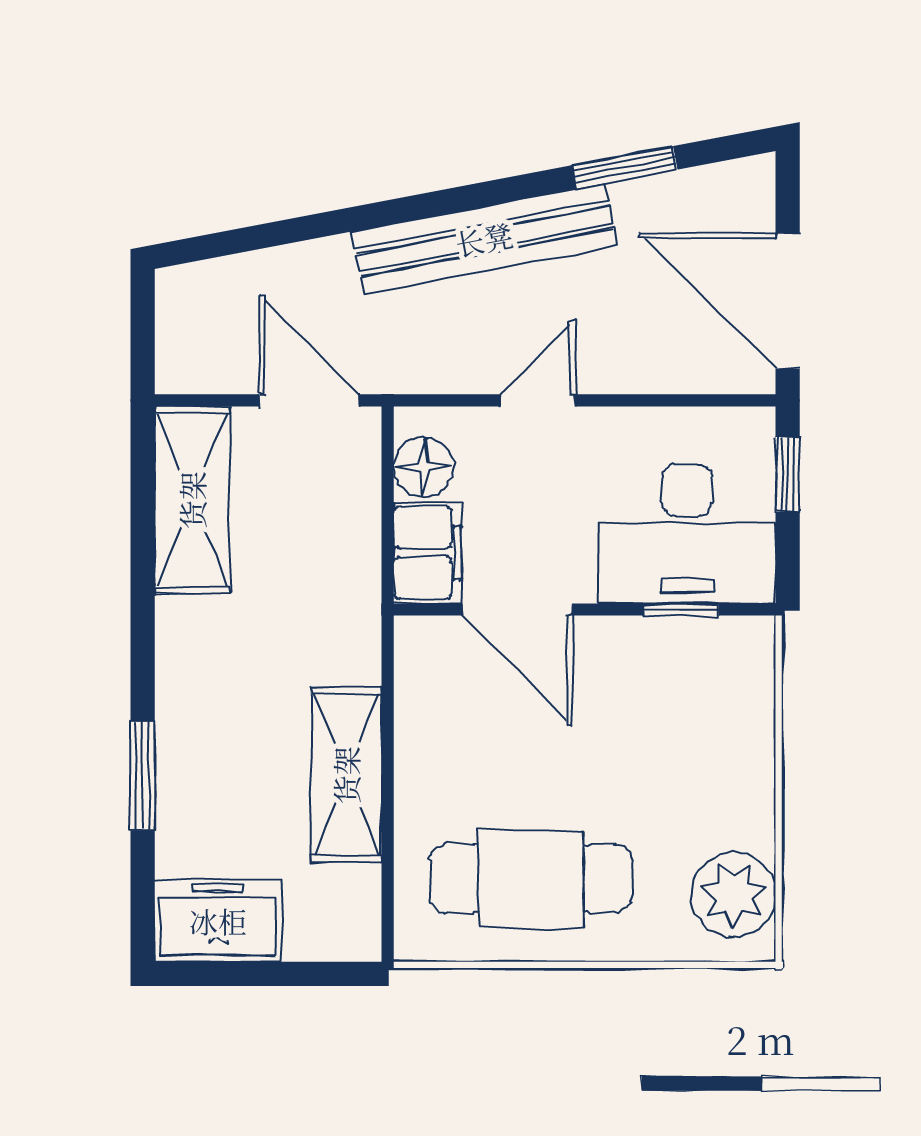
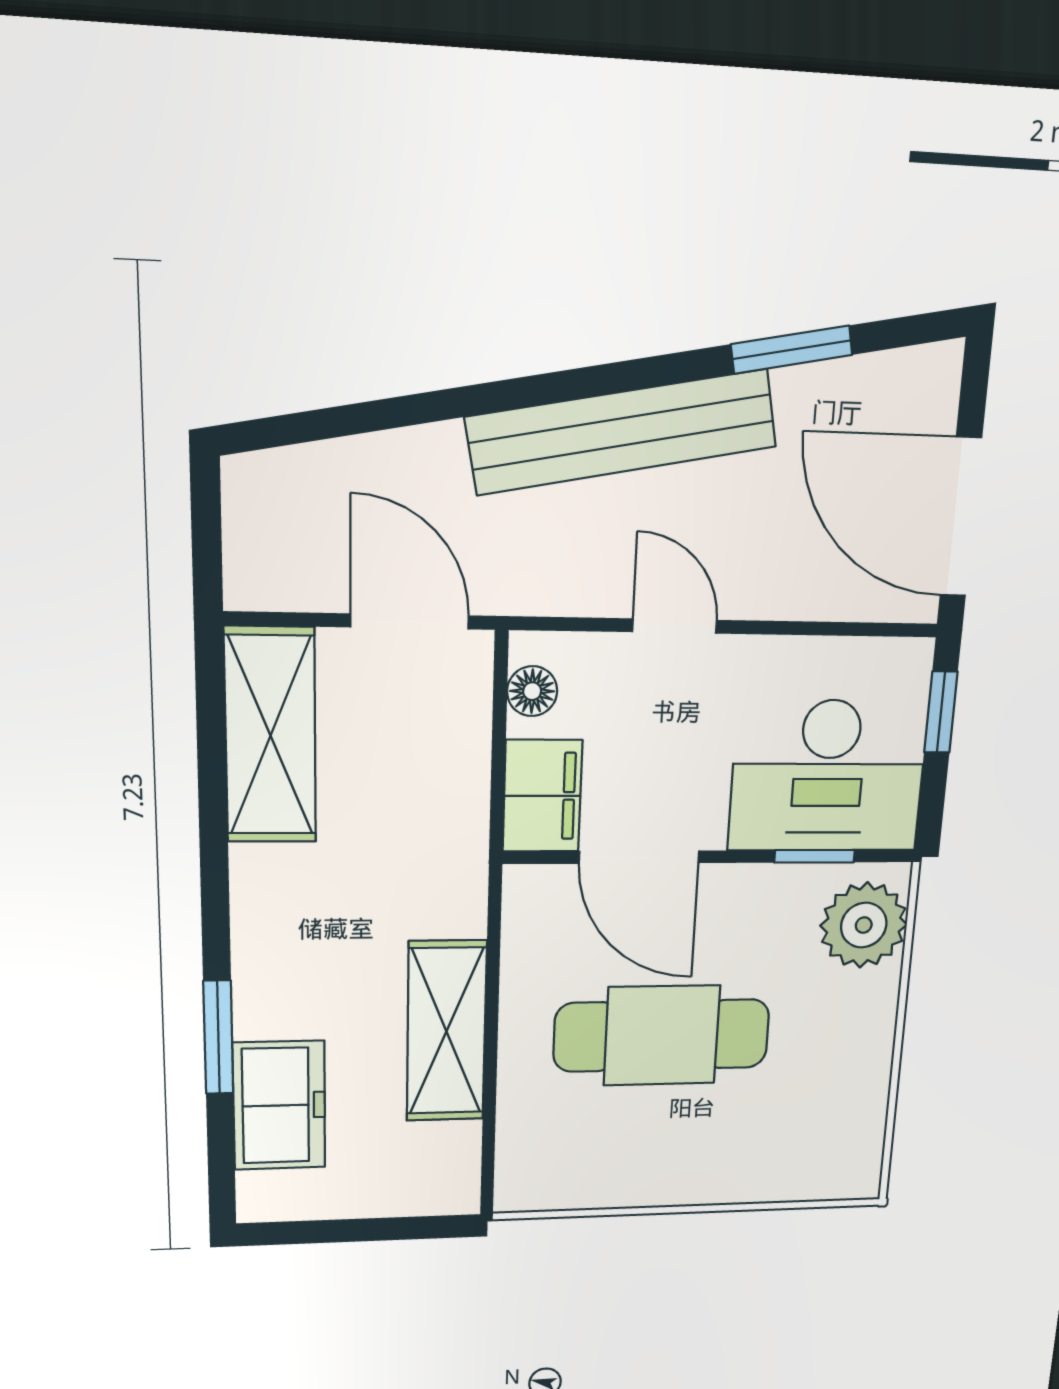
door: (538, 400) -> (675, 626), hinge flipped
floor lamp: (423, 467) -> (532, 691), width x0.73, depth x0.73
cafe table: (531, 879) -> (662, 1035), moved
plant: (734, 895) -> (864, 925), moved
freezer: (218, 921) -> (279, 1105), moved, turned 90

